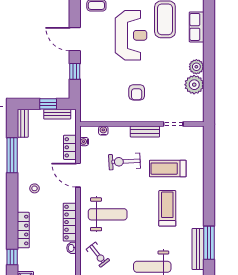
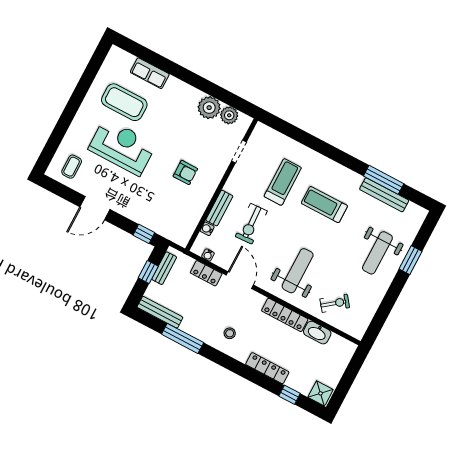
plant: (196, 67) -> (229, 115), moved
window: (75, 71) -> (144, 234), moved
bench: (23, 123) -> (160, 312), width x1.36
bench: (145, 132) -> (219, 208), moved
treadmill: (168, 169) -> (283, 182), turned 180
door: (78, 175) -> (240, 280), swing flipped
washbasin: (71, 248) -> (317, 333), width x1.91, depth x1.45

